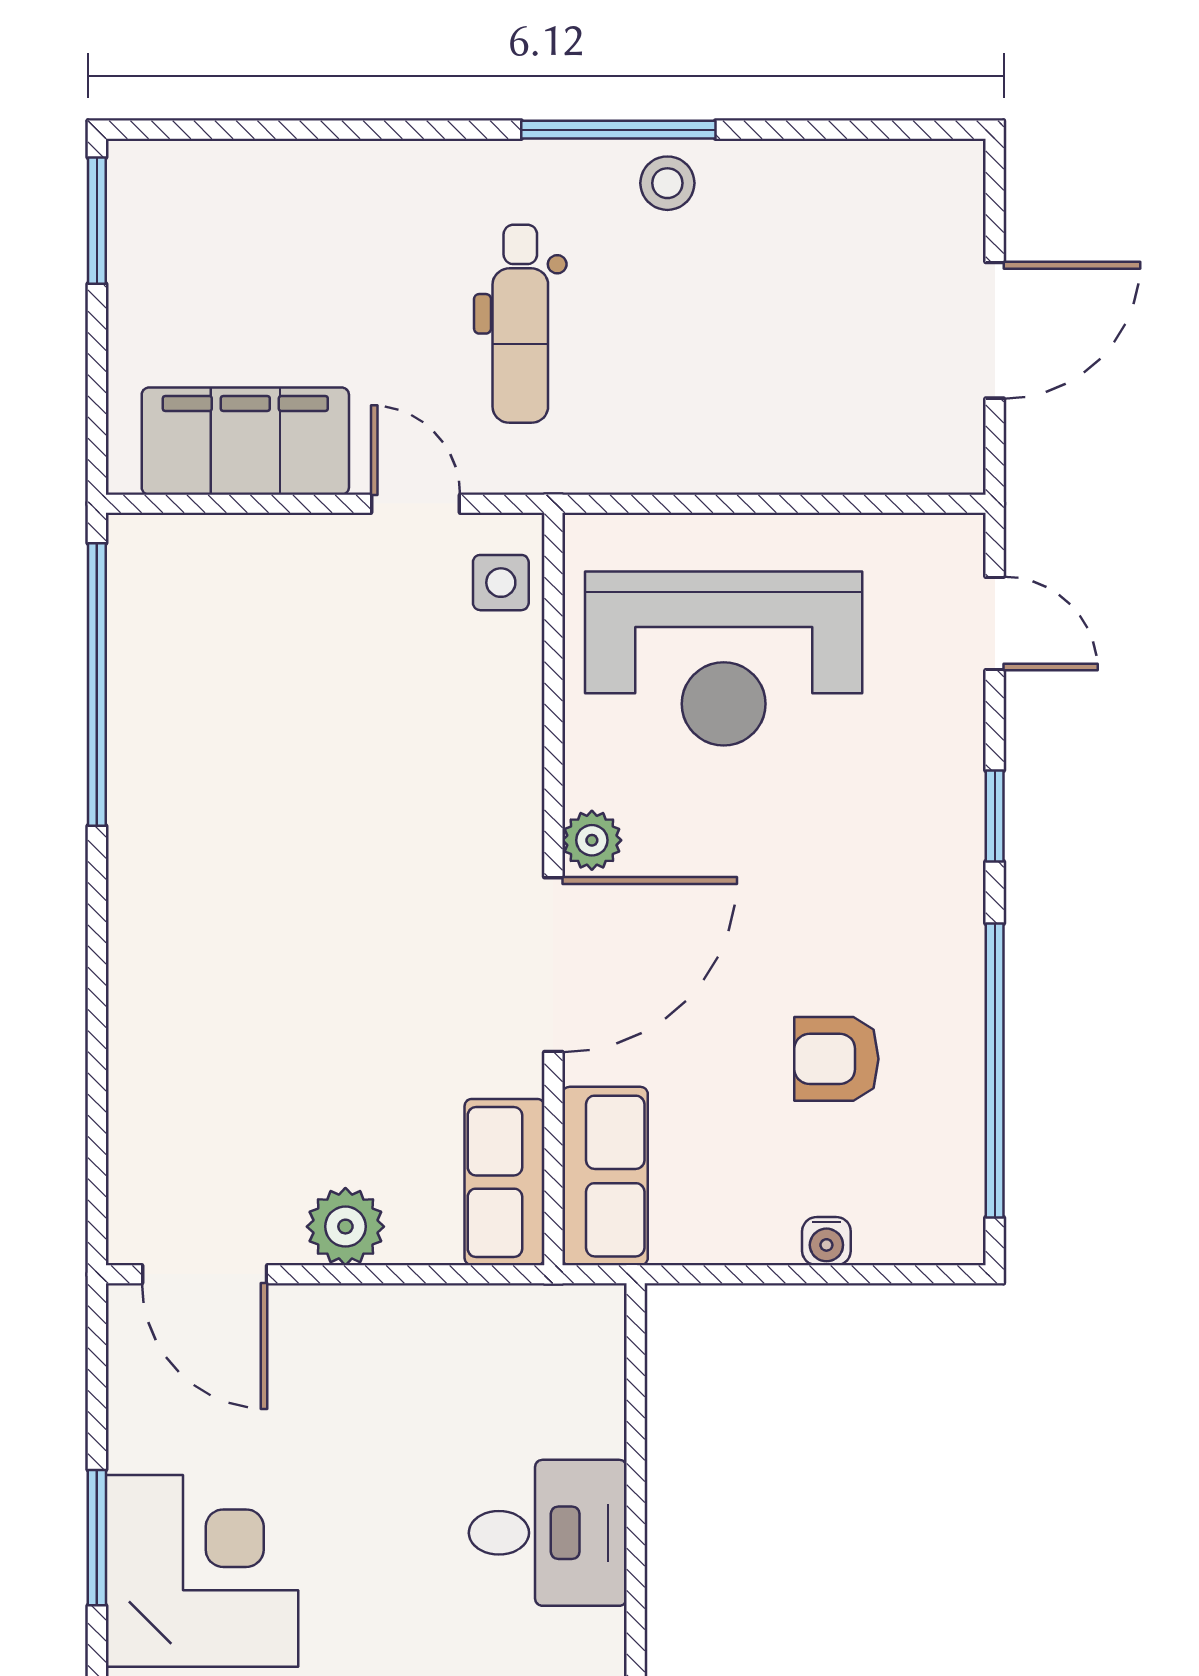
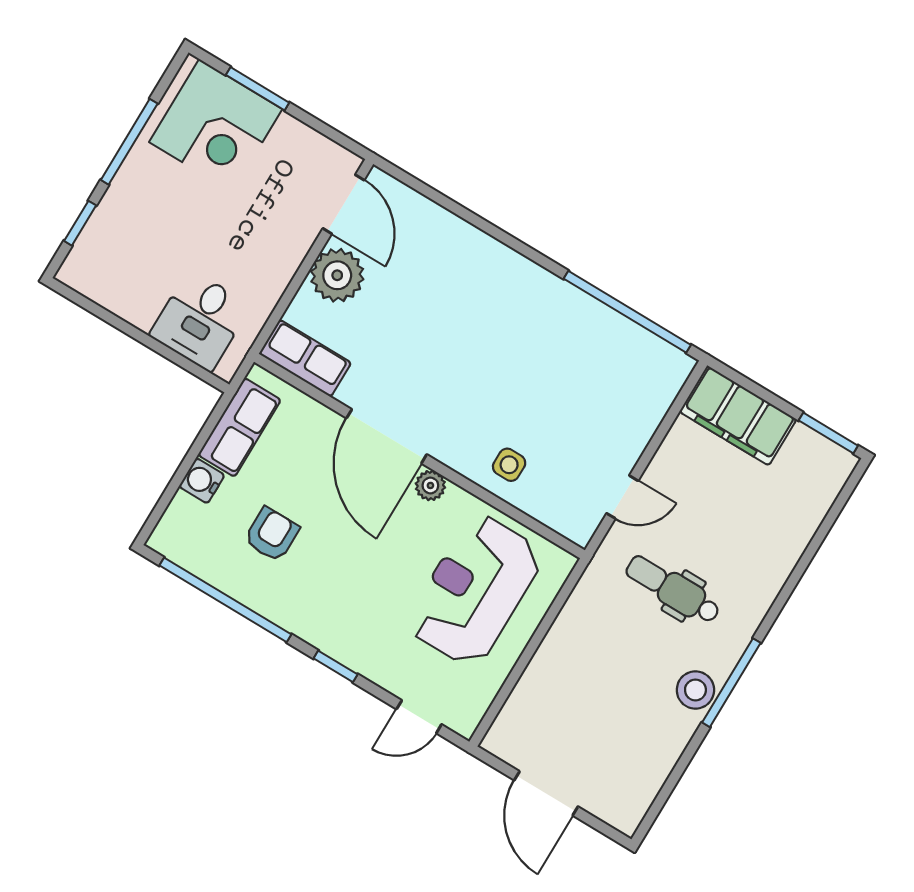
stool: (667, 183) -> (695, 690), width x1.37, depth x1.37
filing cabinet: (245, 441) -> (738, 416), moved, turned 90
side table: (501, 583) -> (509, 465), moved
row of seats: (605, 1176) -> (239, 427), moved, turned -90
plant: (345, 1227) -> (337, 275), width x1.36, depth x1.36
water cooler: (826, 1241) -> (202, 481), width x1.38, depth x1.38
door: (205, 1274) -> (344, 204), swing flipped
desk: (548, 1533) -> (200, 320), moved

